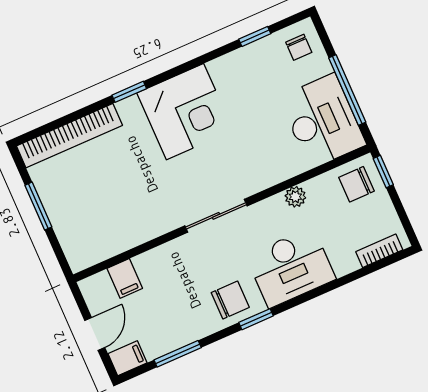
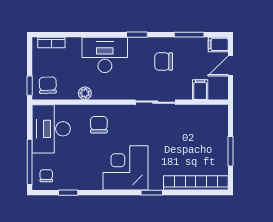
window: (347, 90) -> (30, 162), moved
chair: (254, 159) -> (99, 125), added
chair: (356, 184) -> (48, 85), turned -92
sliding door: (216, 216) -> (155, 102), moved
chair: (230, 300) -> (164, 61), moved

